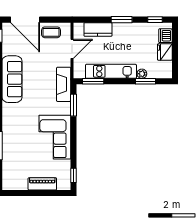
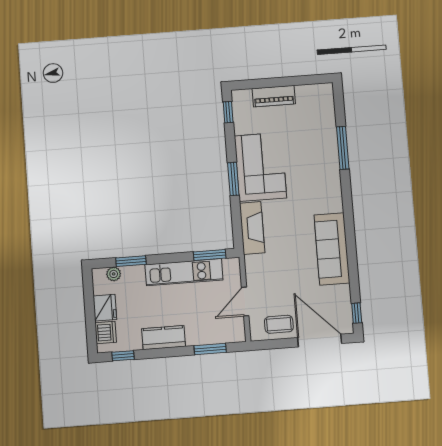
window: (122, 20) -> (210, 349), moved
kitchen counter: (98, 29) -> (164, 338), moved
plant: (142, 74) -> (114, 274), moved
fireplace: (64, 84) -> (252, 228), moved
window: (74, 105) -> (233, 179), moved

